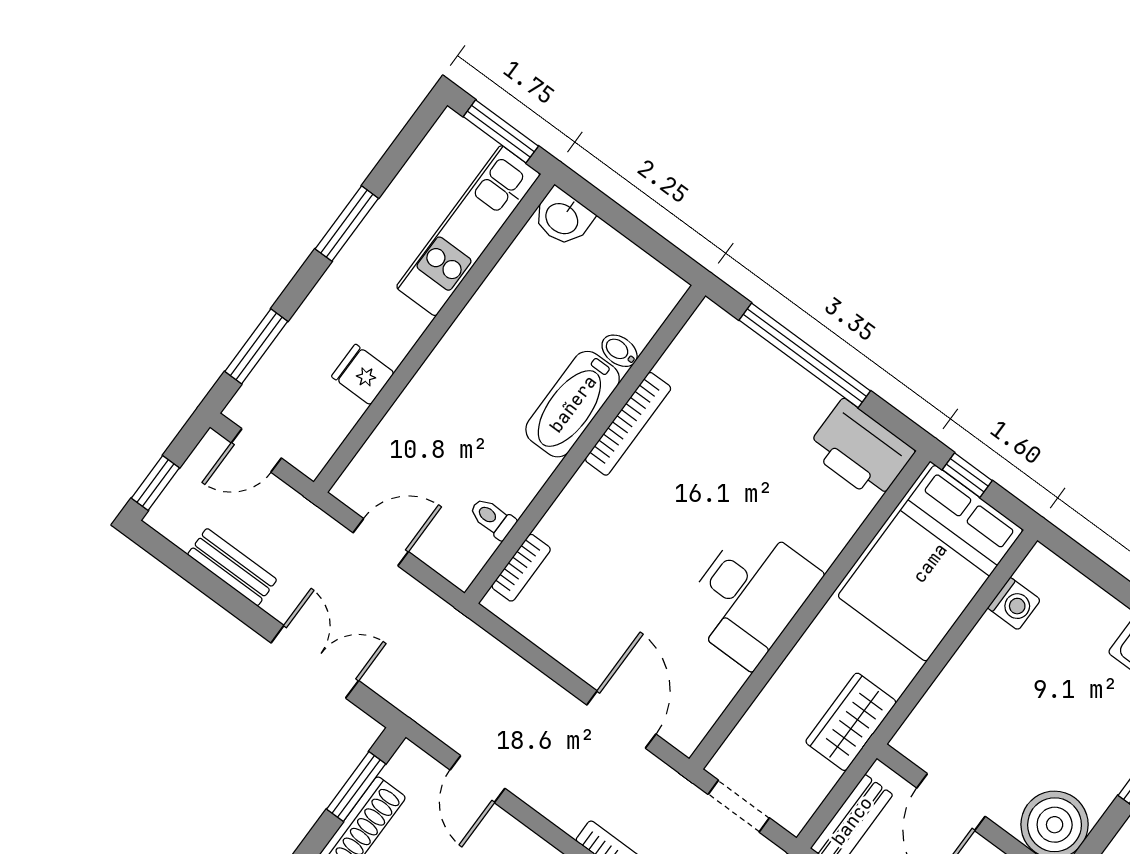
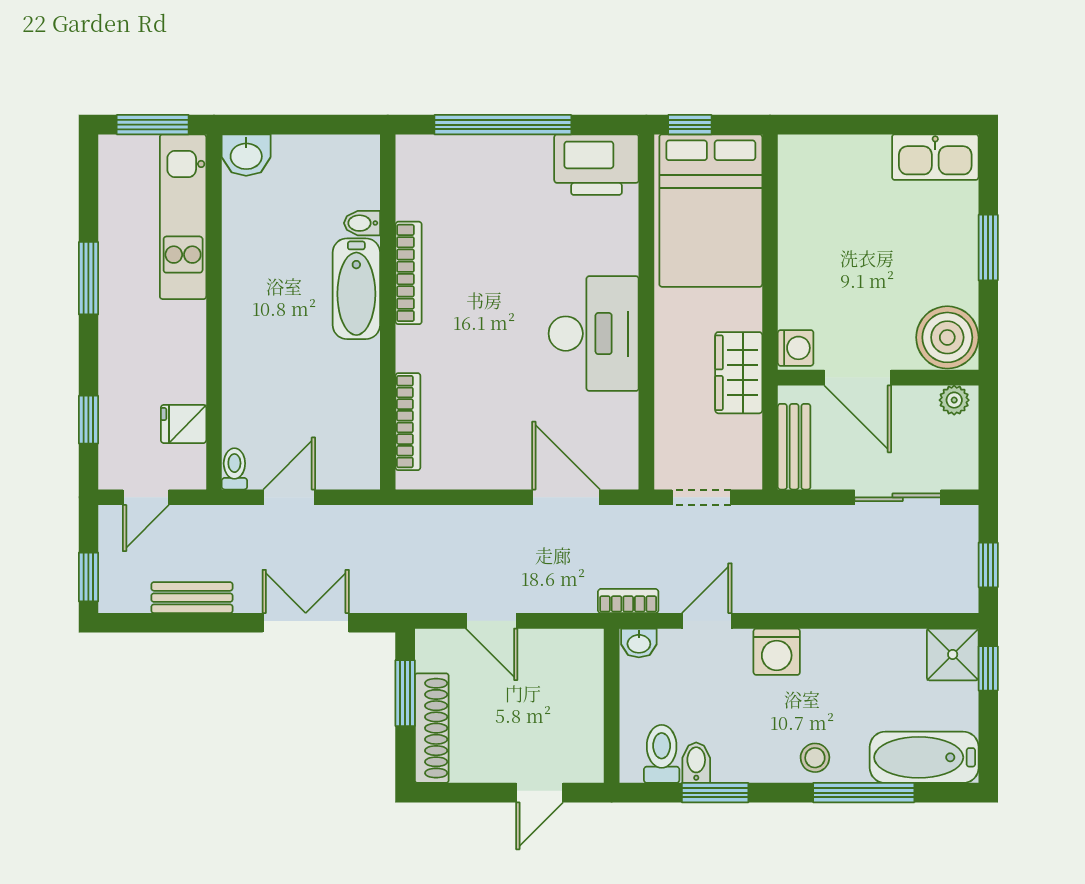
window: (256, 346) -> (88, 420), width x0.67
fridge: (363, 375) -> (184, 424), moved
toilet: (492, 518) -> (234, 469), moved, turned 90
bookcase: (521, 568) -> (408, 422), width x1.56
washing machine: (1014, 604) -> (796, 348), moved

